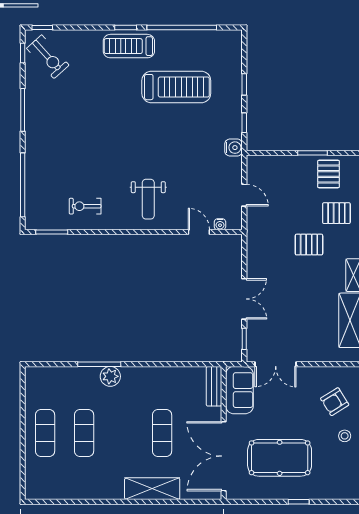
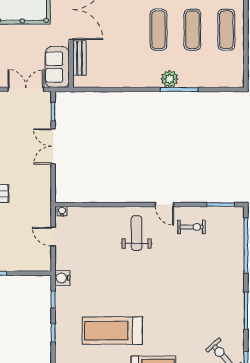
water cooler: (220, 224) -> (62, 211), moved
door: (199, 232) -> (164, 205), moved
bench: (214, 386) -> (79, 58), moved
exercise mat: (162, 433) -> (158, 30), moved

